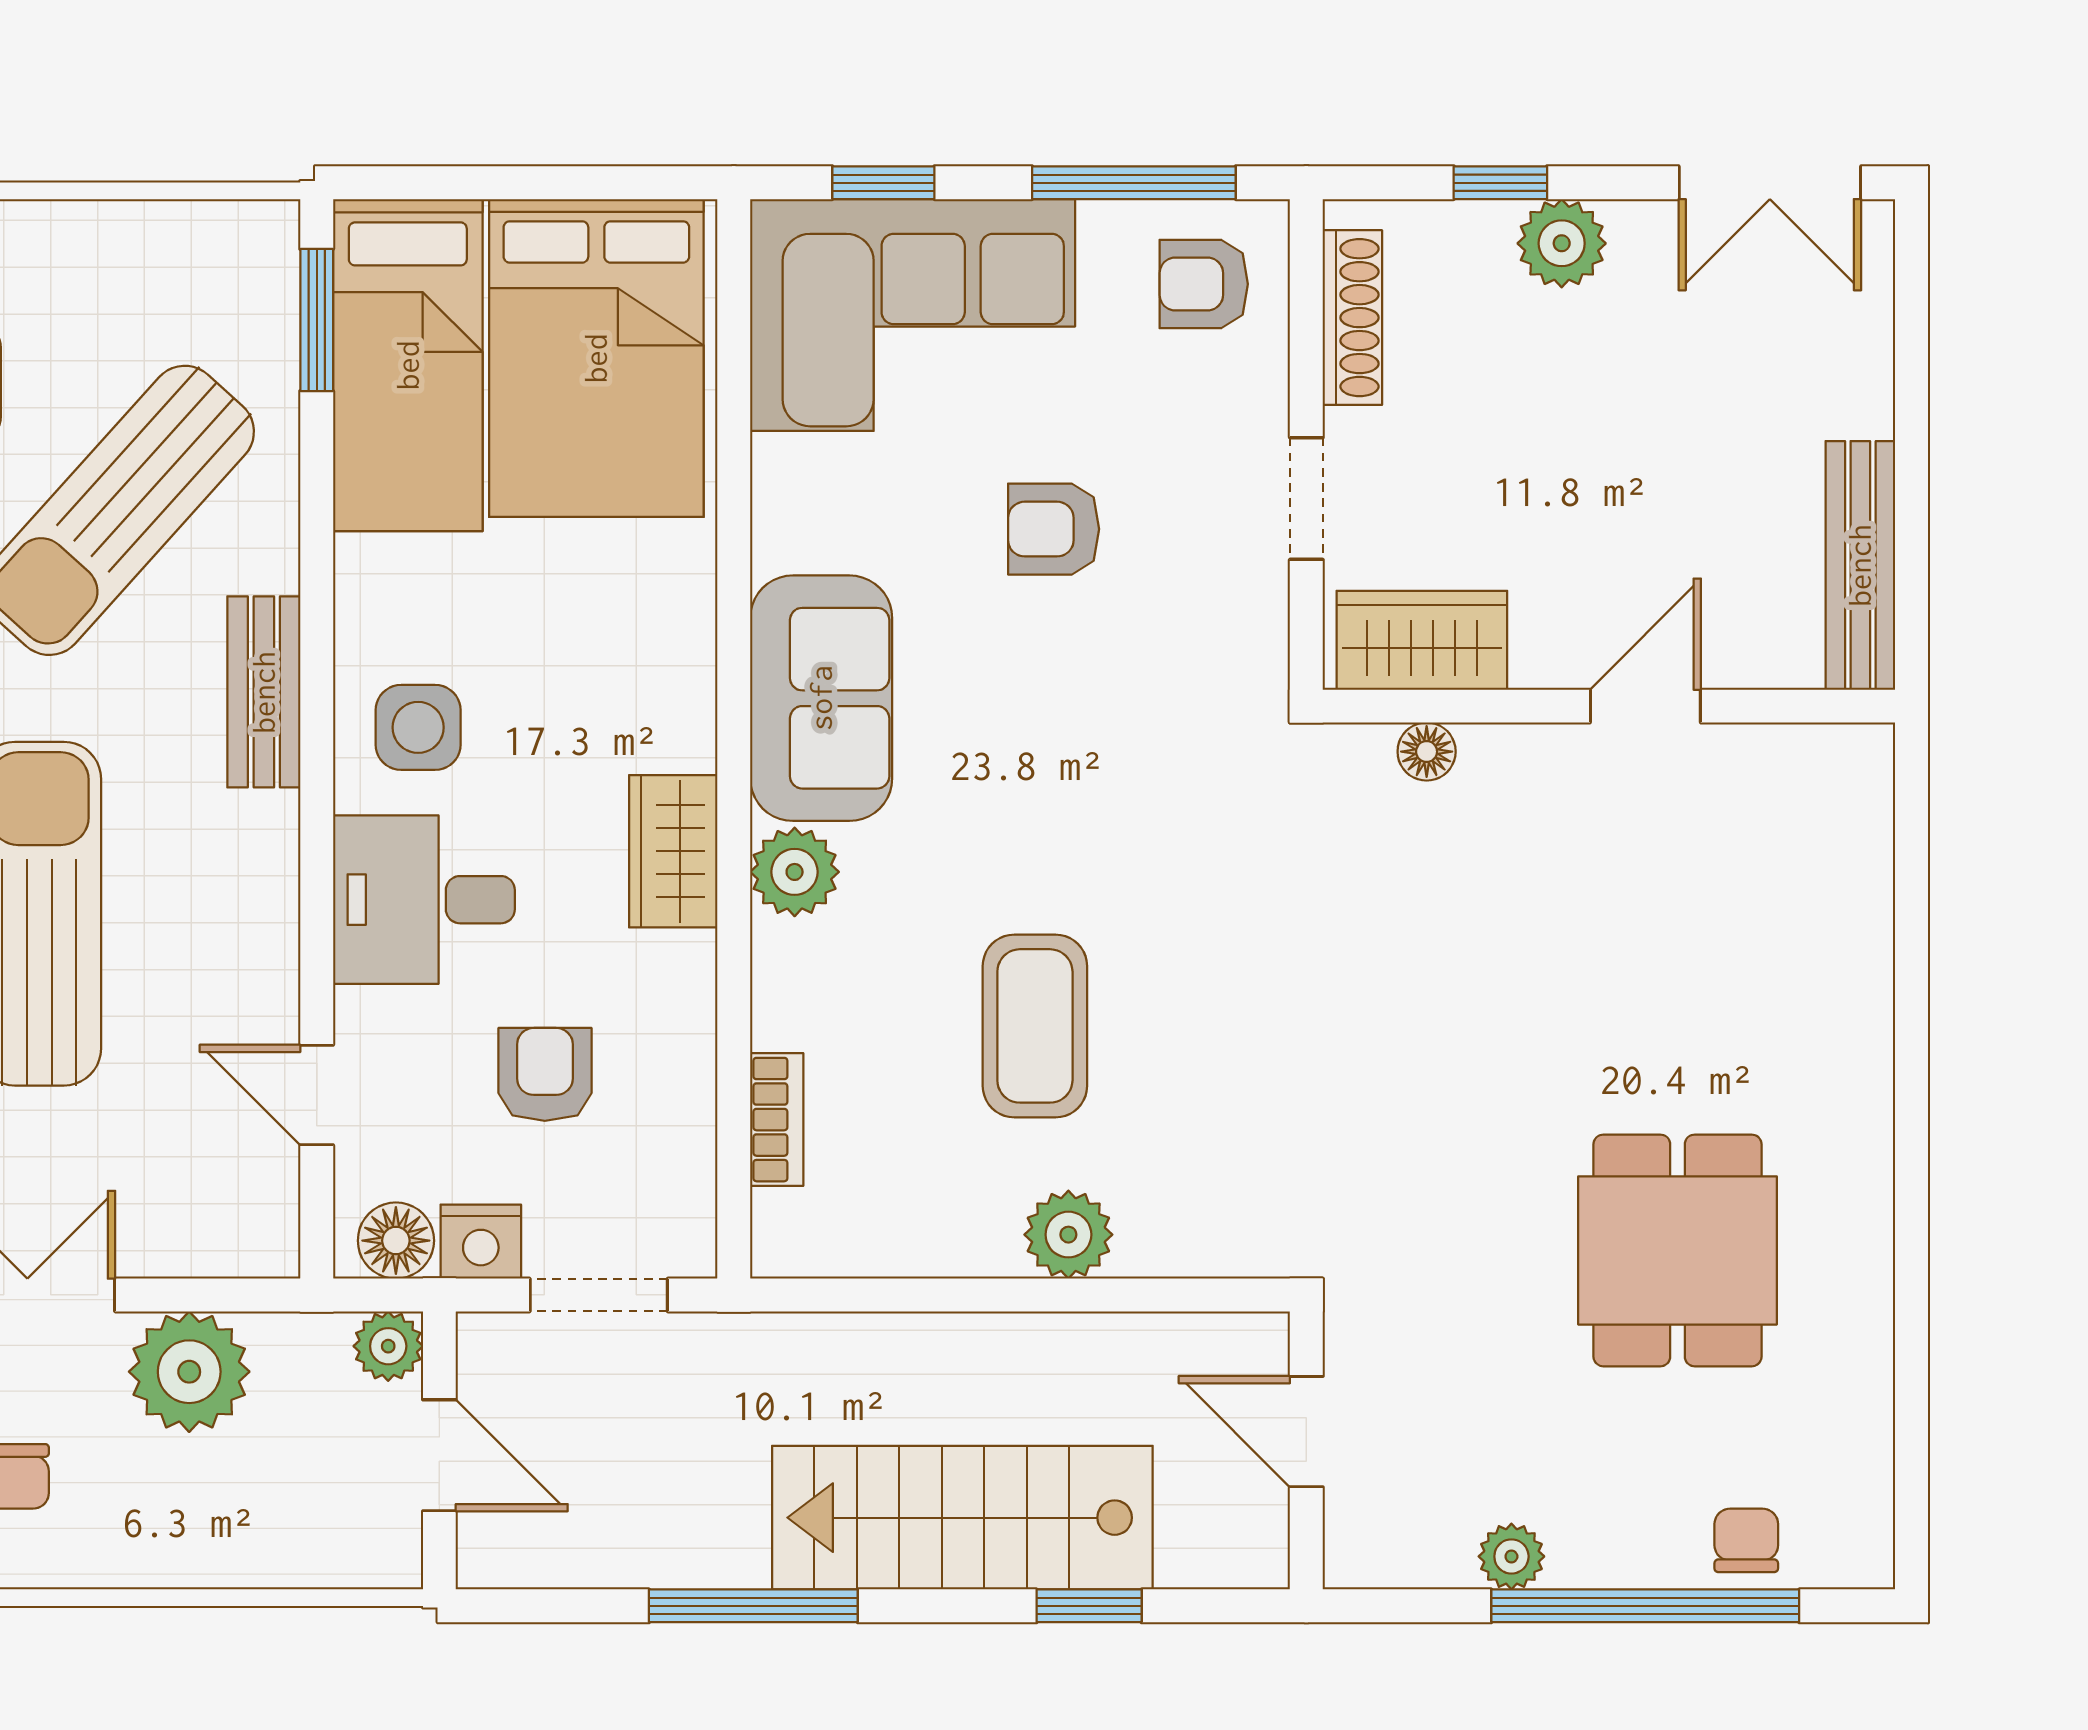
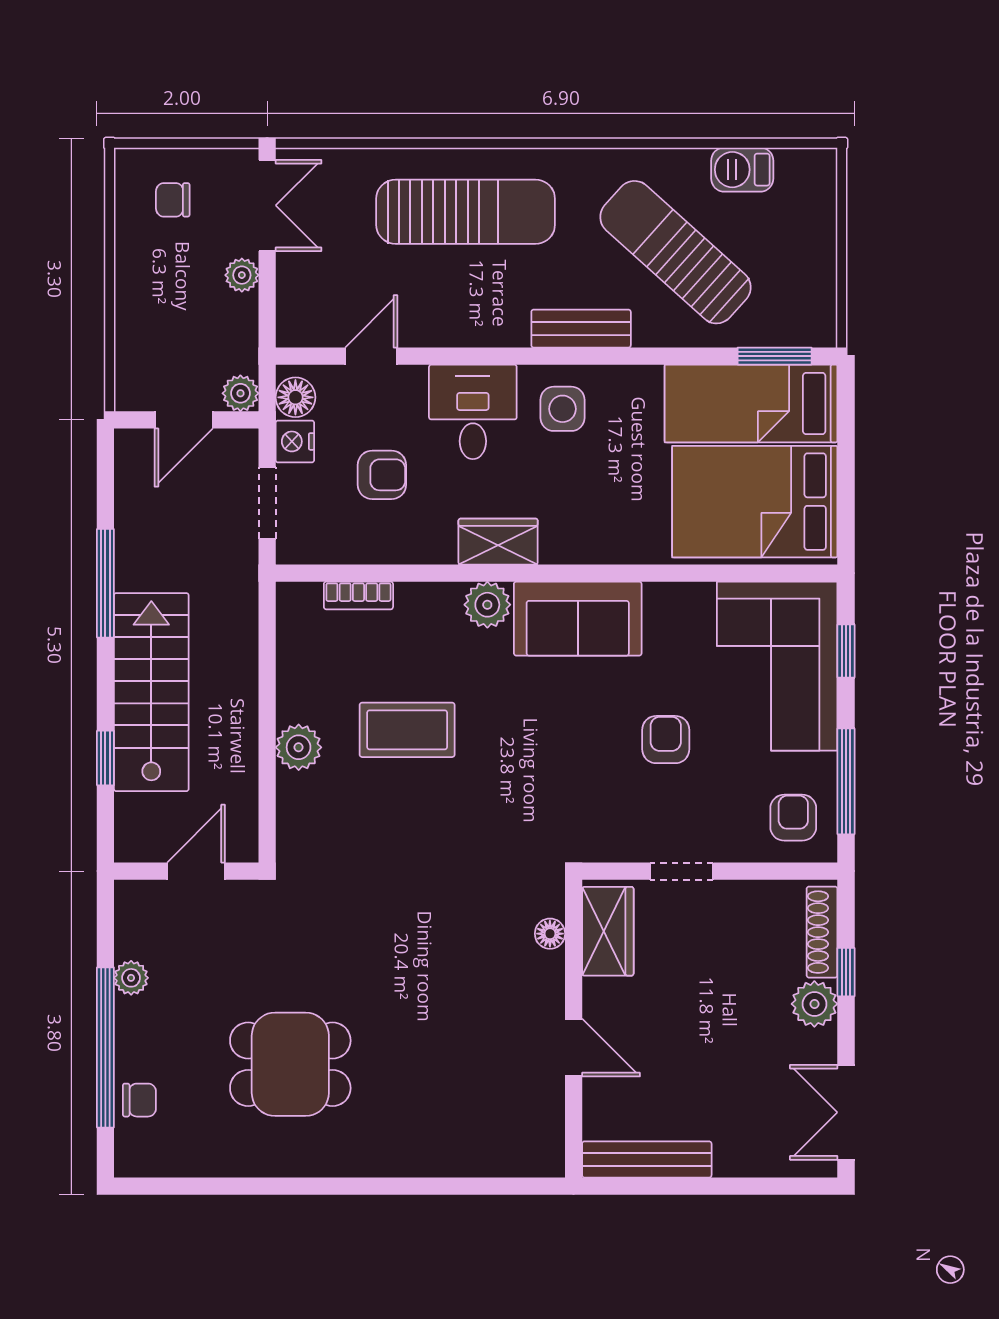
shoe rack: (1352, 318) -> (822, 932), moved, turned 90
plant: (189, 1372) -> (242, 275), width x0.53, depth x0.53

